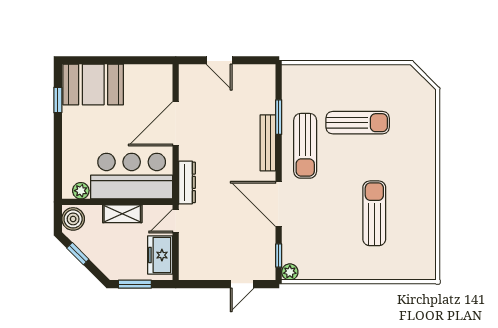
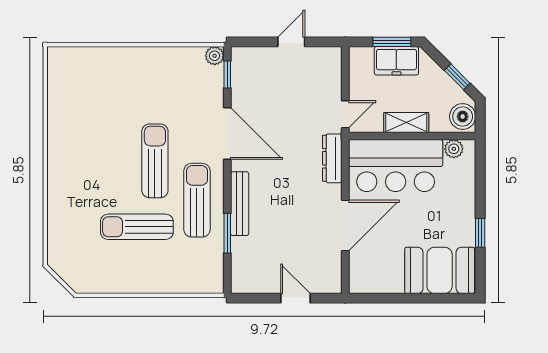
window: (58, 100) -> (480, 233), moved
sun lounger: (374, 213) -> (155, 161), moved, turned 180
freezer: (160, 255) -> (396, 61), moved, turned 90
door: (242, 284) -> (291, 42), moved

